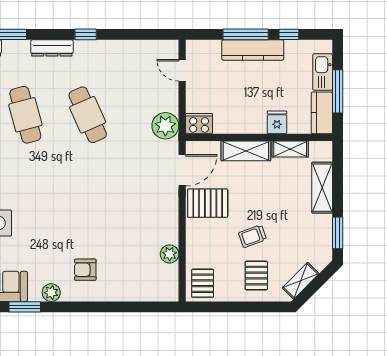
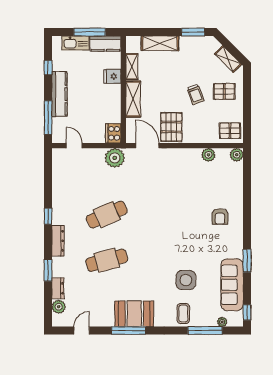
window: (246, 34) -> (48, 118), moved
door: (182, 70) -> (74, 146), swing flipped
plant: (51, 293) -> (237, 155), moved

